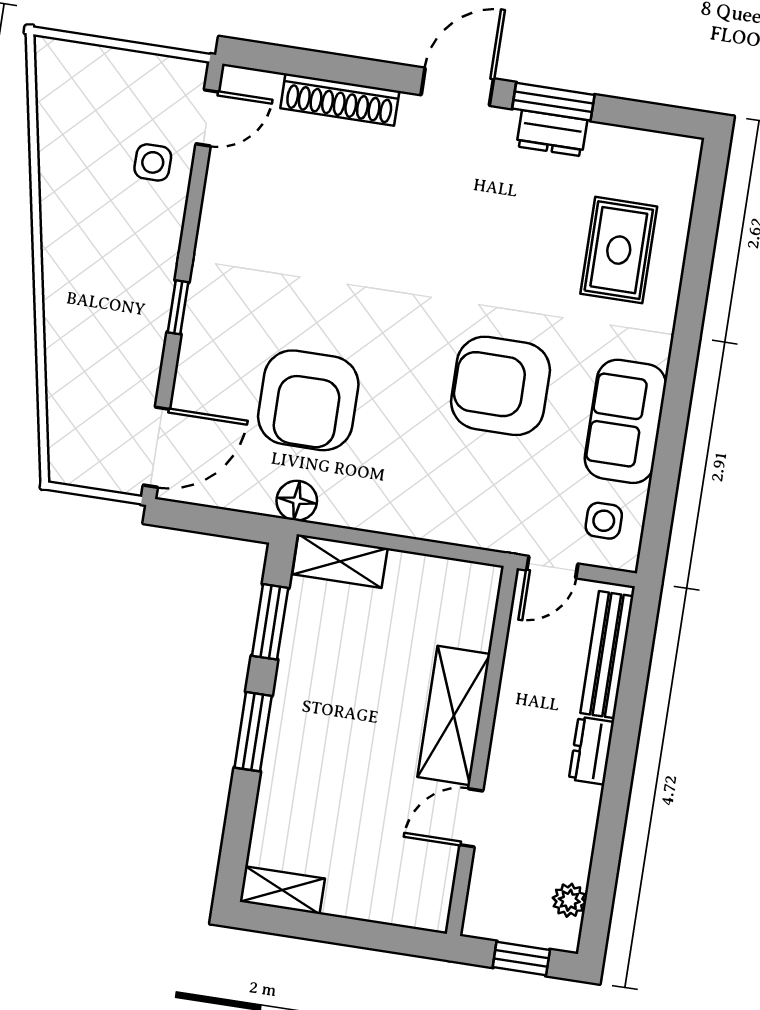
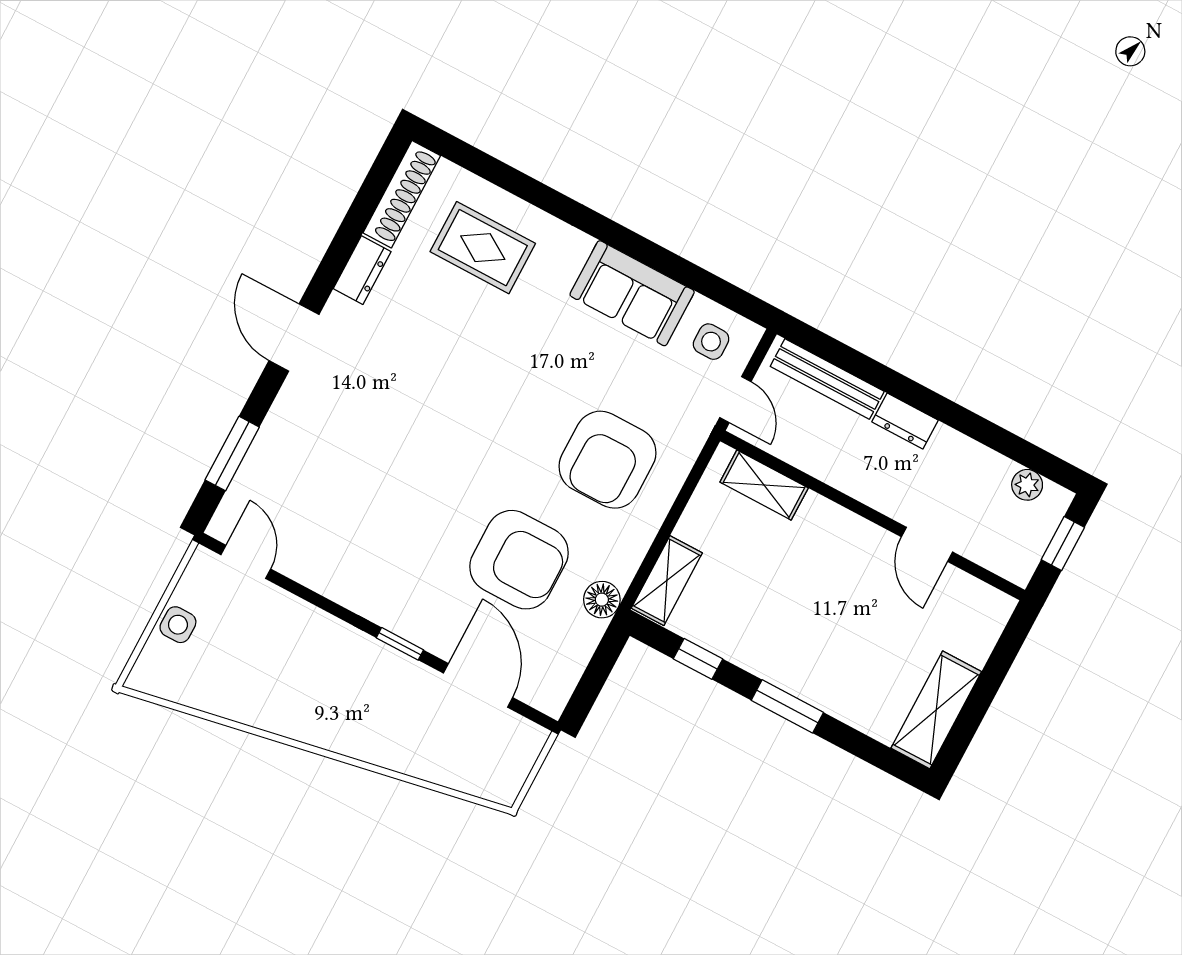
shoe rack: (340, 100) -> (402, 194), moved
window: (553, 102) -> (232, 454), moved
side table: (153, 162) -> (178, 625), moved
armchair: (500, 386) -> (607, 460), moved
door: (156, 447) -> (478, 685), moved
window: (270, 622) -> (698, 659), width x0.67
shelving: (454, 715) -> (764, 485), moved, width x0.67, depth x0.75
shelving: (282, 890) -> (936, 710), width x1.50, depth x1.33

